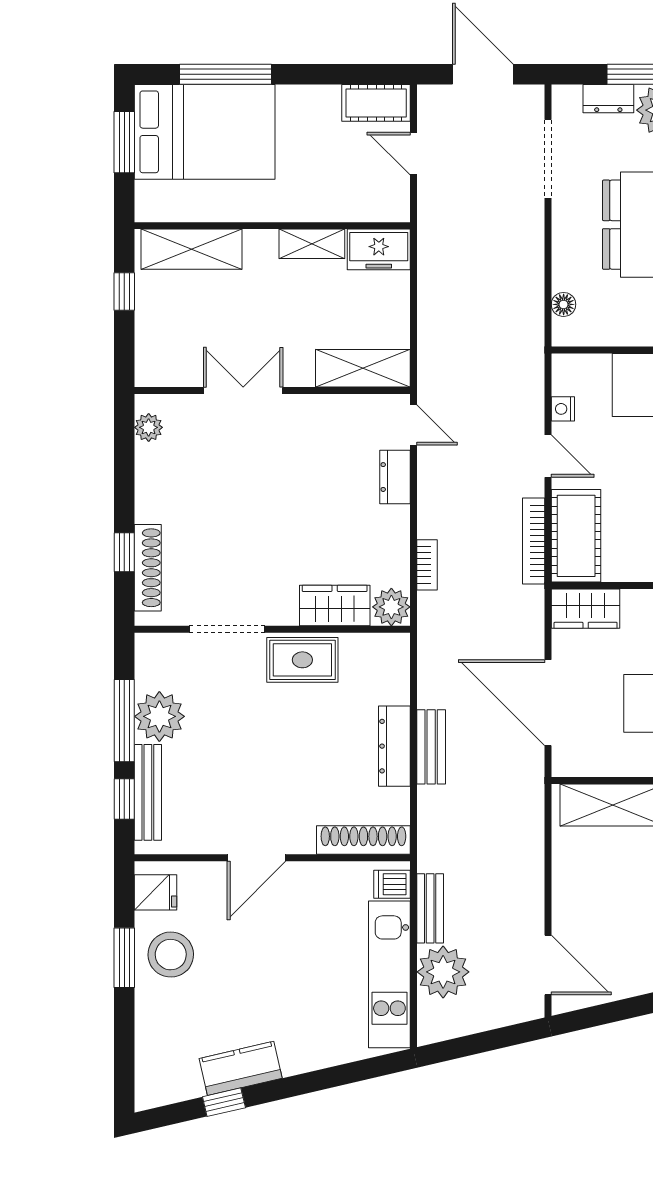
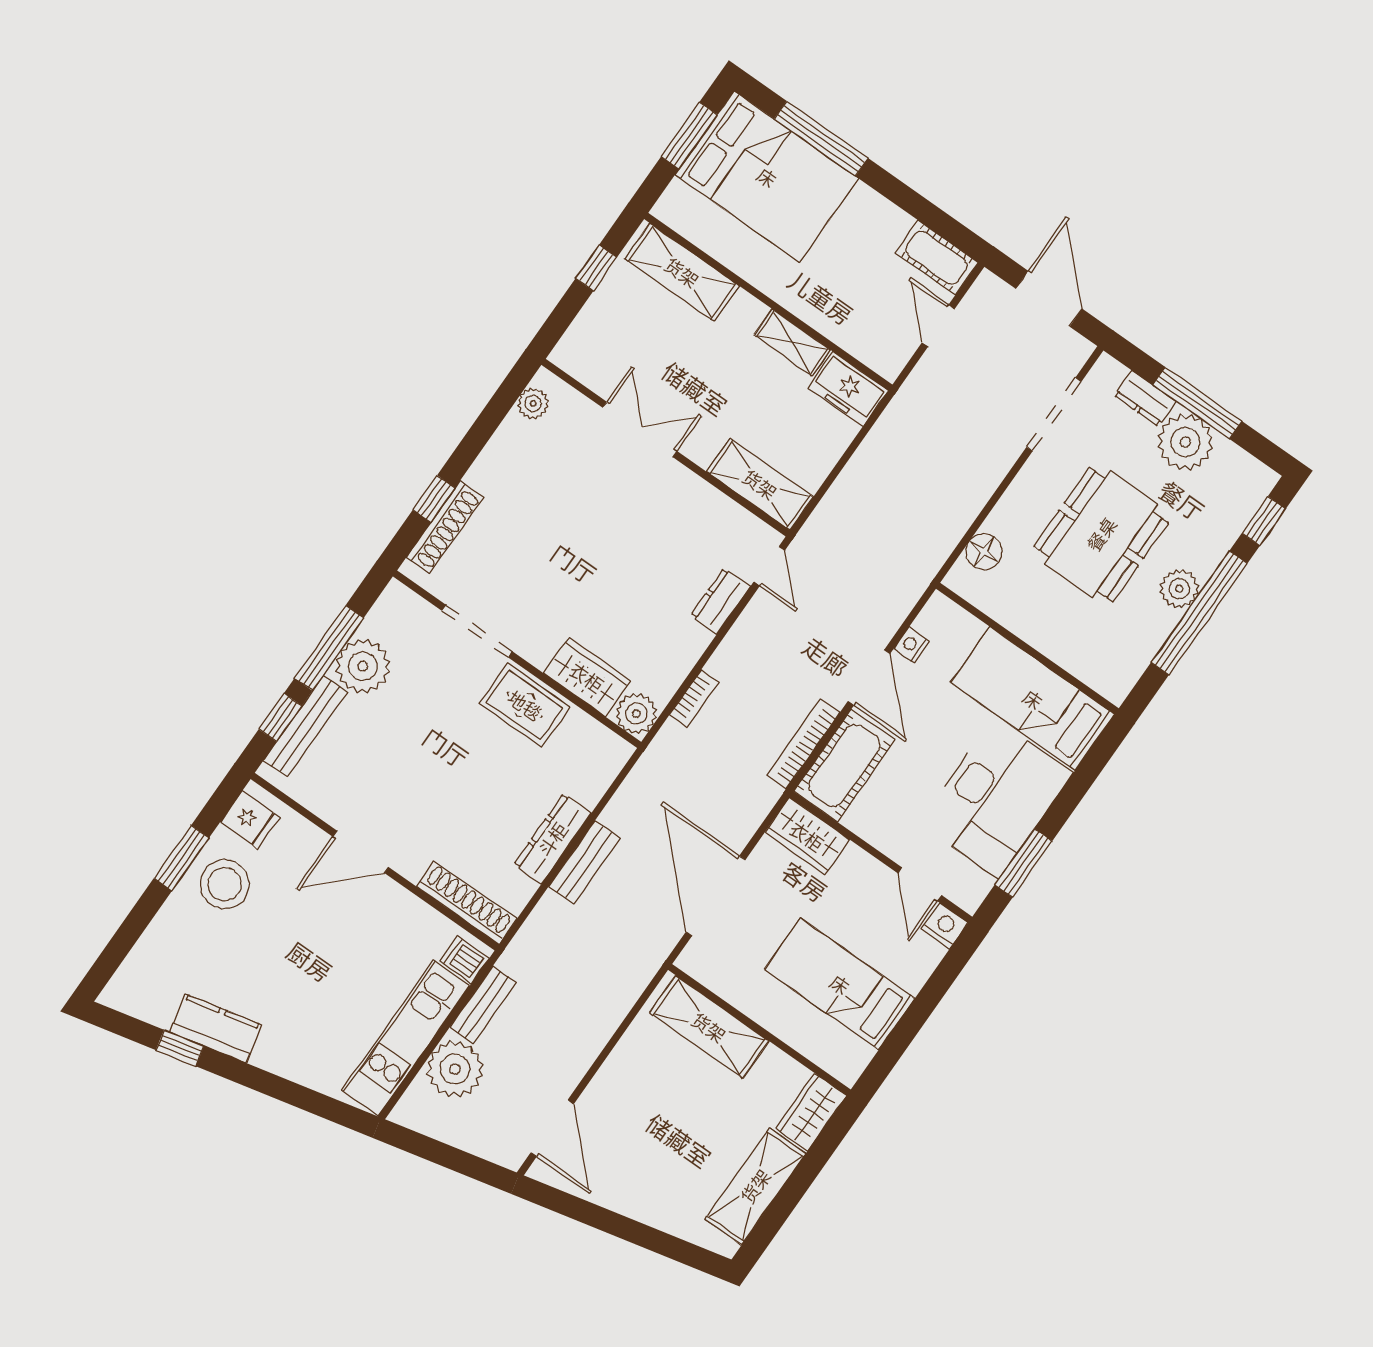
floor lamp: (564, 304) -> (984, 552), width x1.37, depth x1.37
door: (548, 456) -> (869, 677), width x1.38

